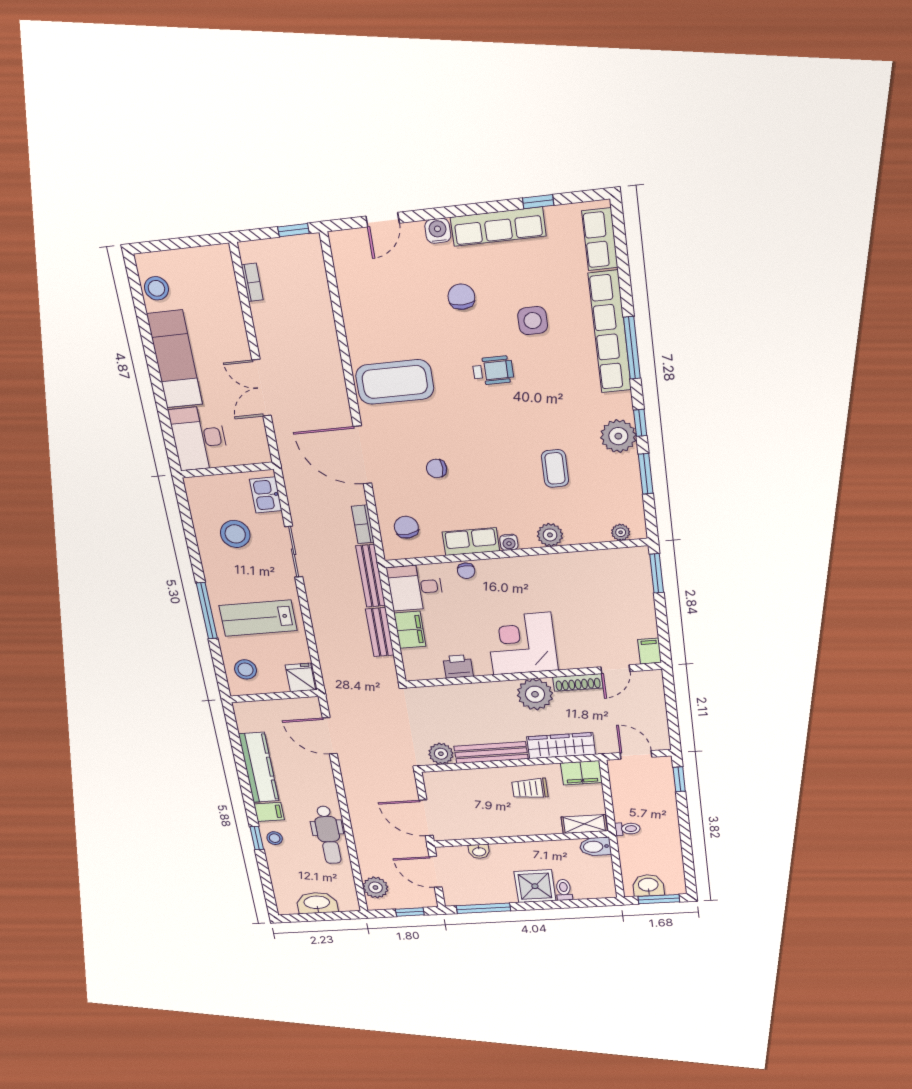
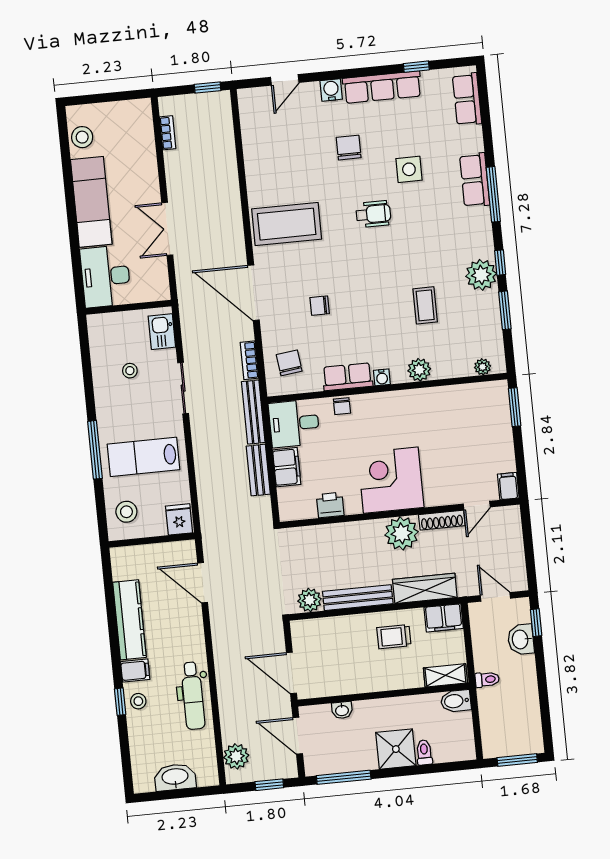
row of seats: (610, 332) -> (475, 180), width x0.50
stool: (235, 534) -> (130, 371), width x0.53, depth x0.53
washbasin: (648, 885) -> (521, 639), moved, turned -90

